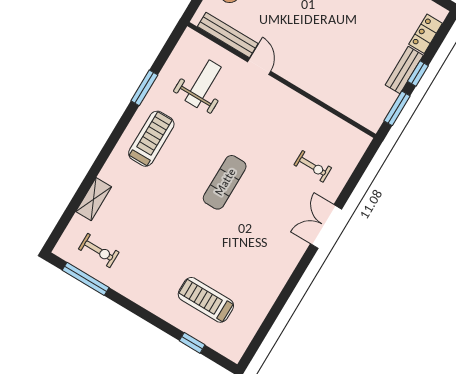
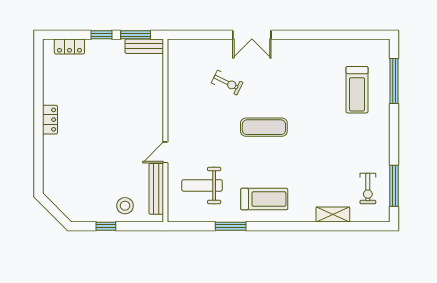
bench: (404, 70) -> (144, 46), moved
treadmill: (151, 139) -> (264, 199), turned 180
exercise bike: (313, 166) -> (227, 83), moved, turned 116
exercise bike: (99, 251) -> (368, 189), turned 180
window: (192, 343) -> (394, 81), width x2.17

